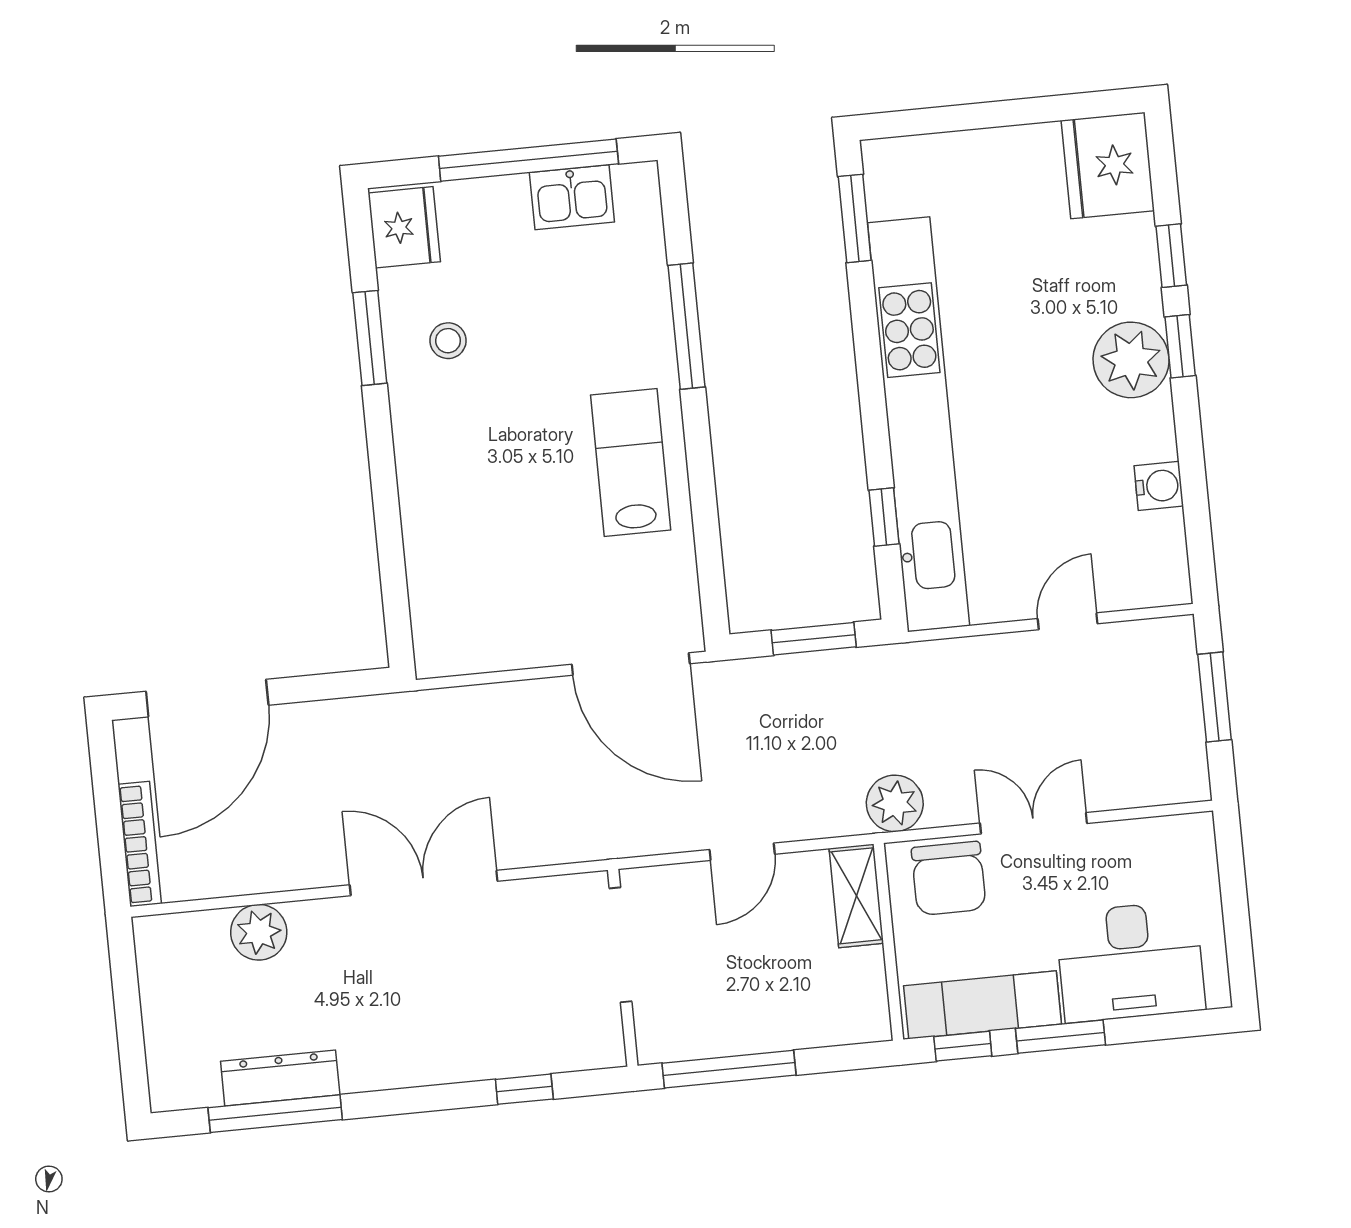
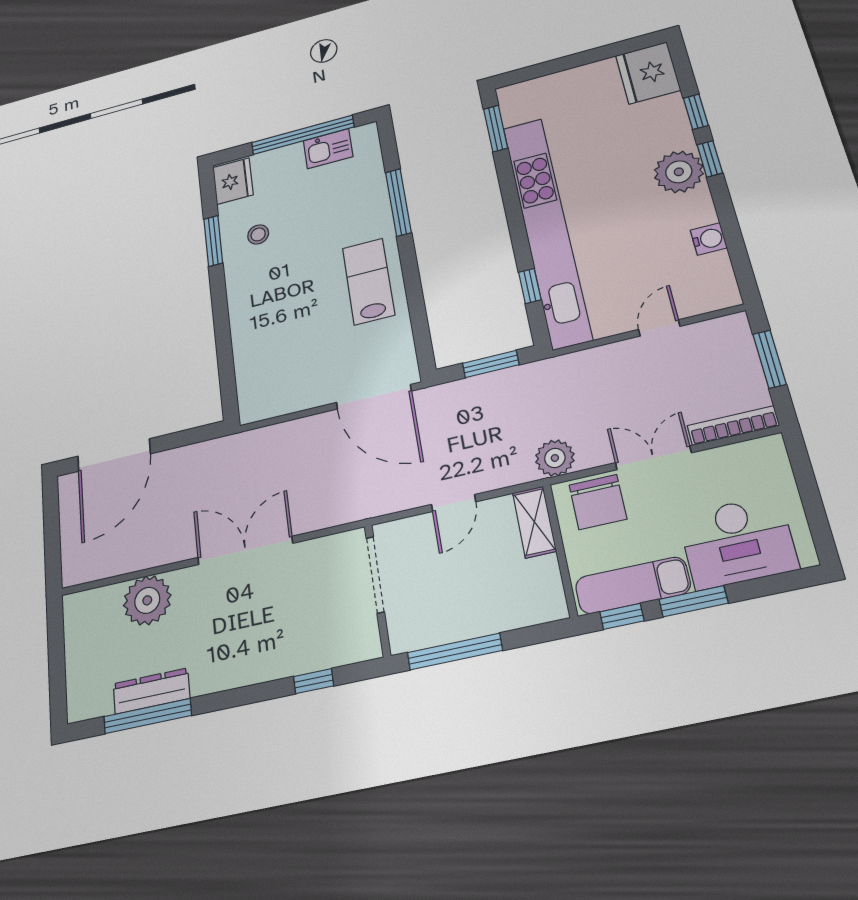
bookcase: (140, 844) -> (733, 426), moved, turned -90
plant: (259, 932) -> (147, 600), width x1.36, depth x1.36

